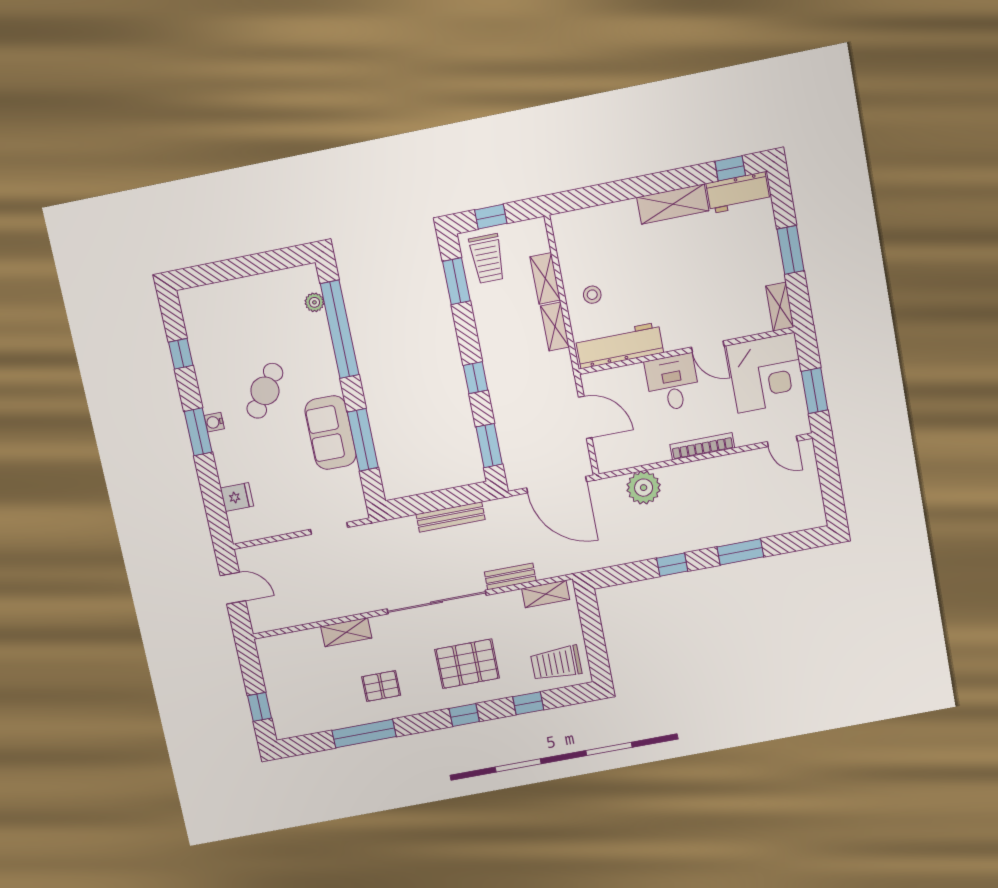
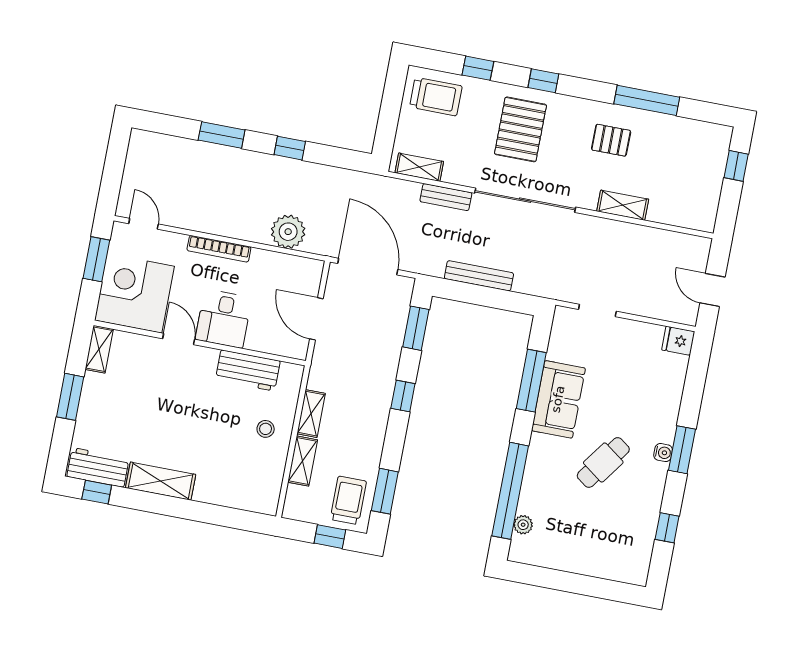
workbench: (619, 345) -> (248, 370), width x0.73
fridge: (237, 497) -> (678, 341), moved
pallet: (467, 664) -> (520, 129), turned 90

